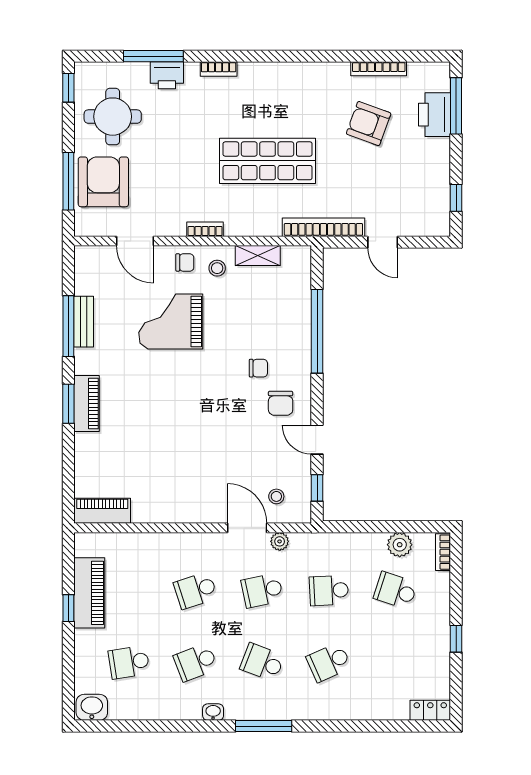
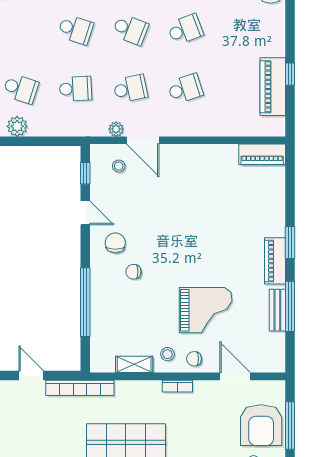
piano: (87, 404) -> (275, 261), moved
school desk: (129, 662) -> (240, 30), removed
school desk: (329, 662) -> (76, 30), turned 42

